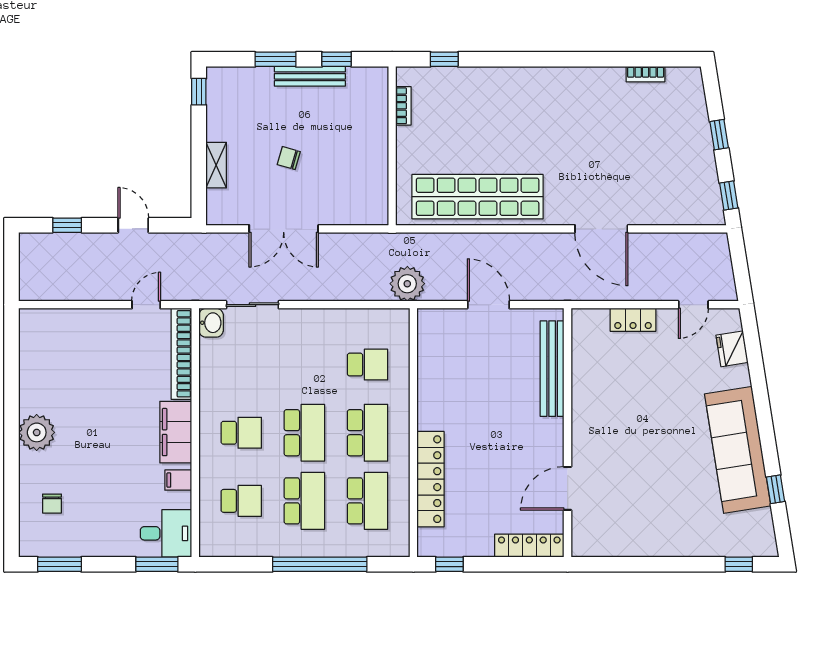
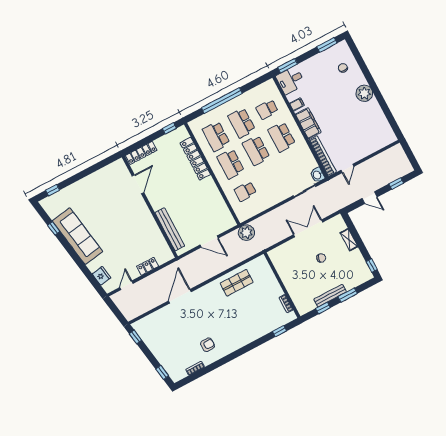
armchair: (597, 107) -> (208, 345), added
window: (719, 135) -> (162, 372), moved
shop shelf: (478, 197) -> (237, 283), width x0.50, depth x0.74
door: (601, 229) -> (180, 296), hinge flipped
school desk: (241, 433) -> (282, 137), width x1.85

